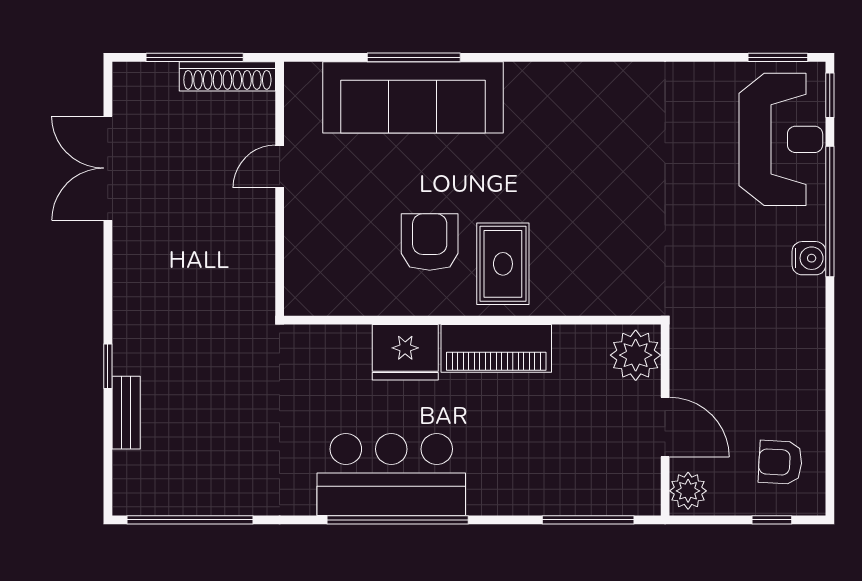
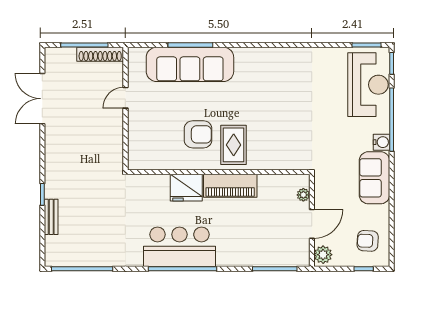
armchair: (430, 242) -> (198, 134), turned 90
sofa: (794, 332) -> (374, 178), added
plant: (636, 355) -> (303, 195), width x0.53, depth x0.53
door: (665, 427) -> (312, 224), hinge flipped

